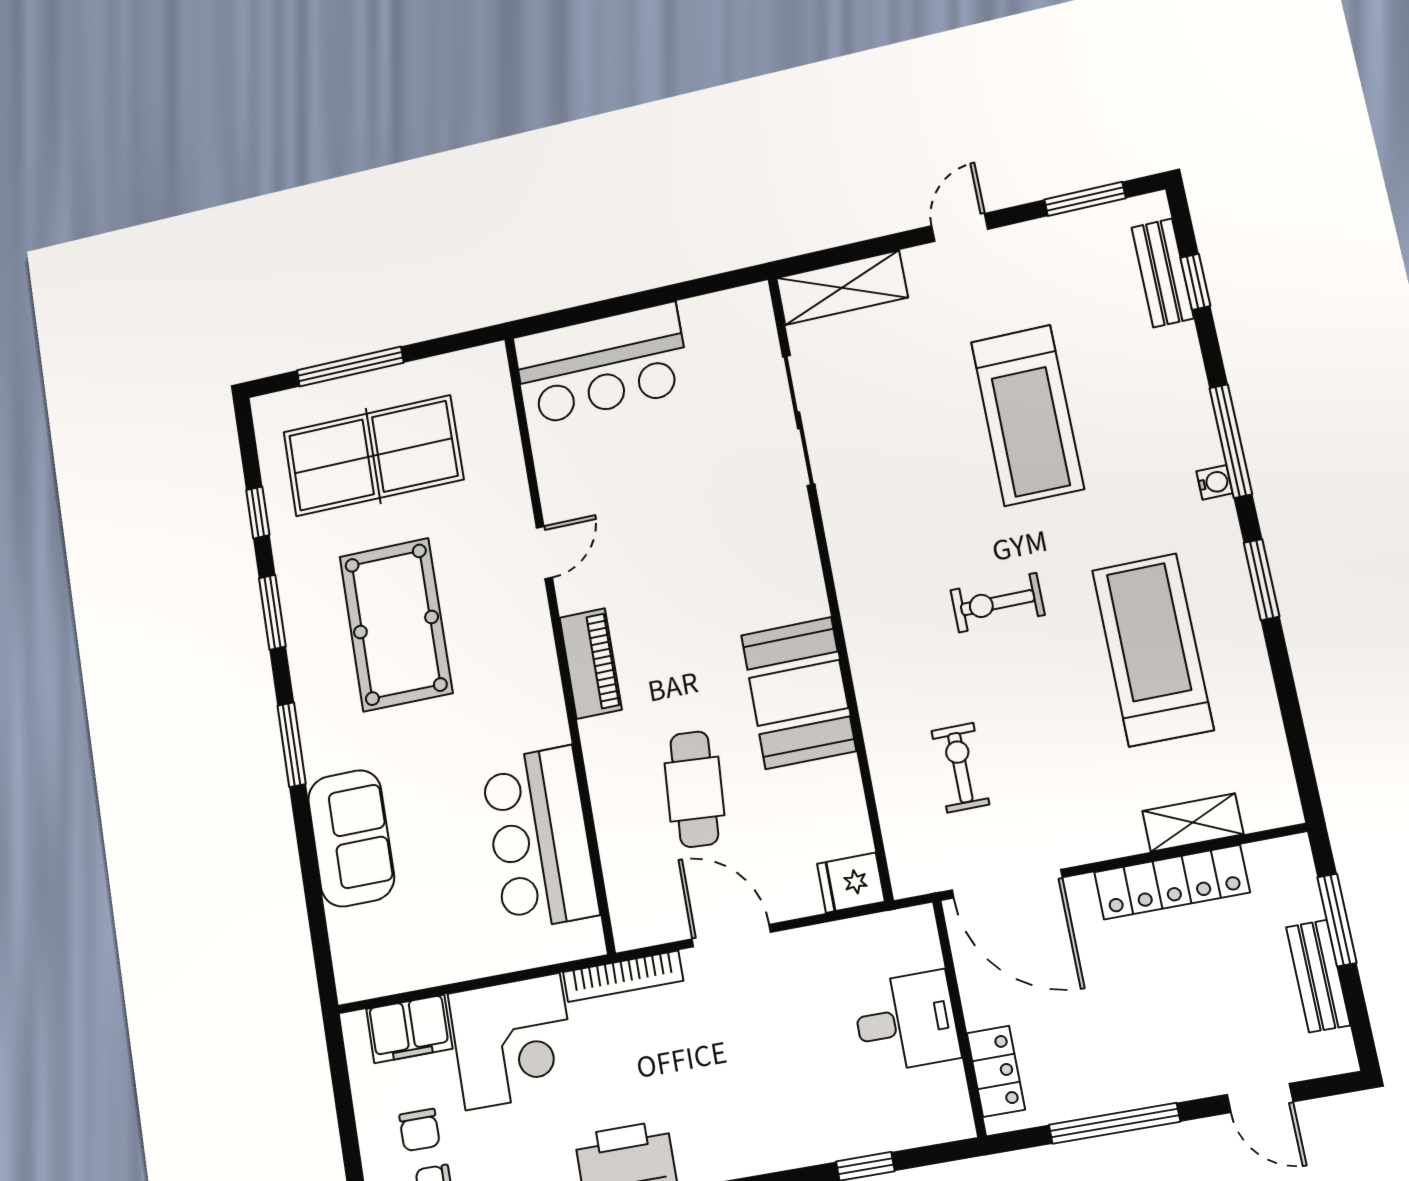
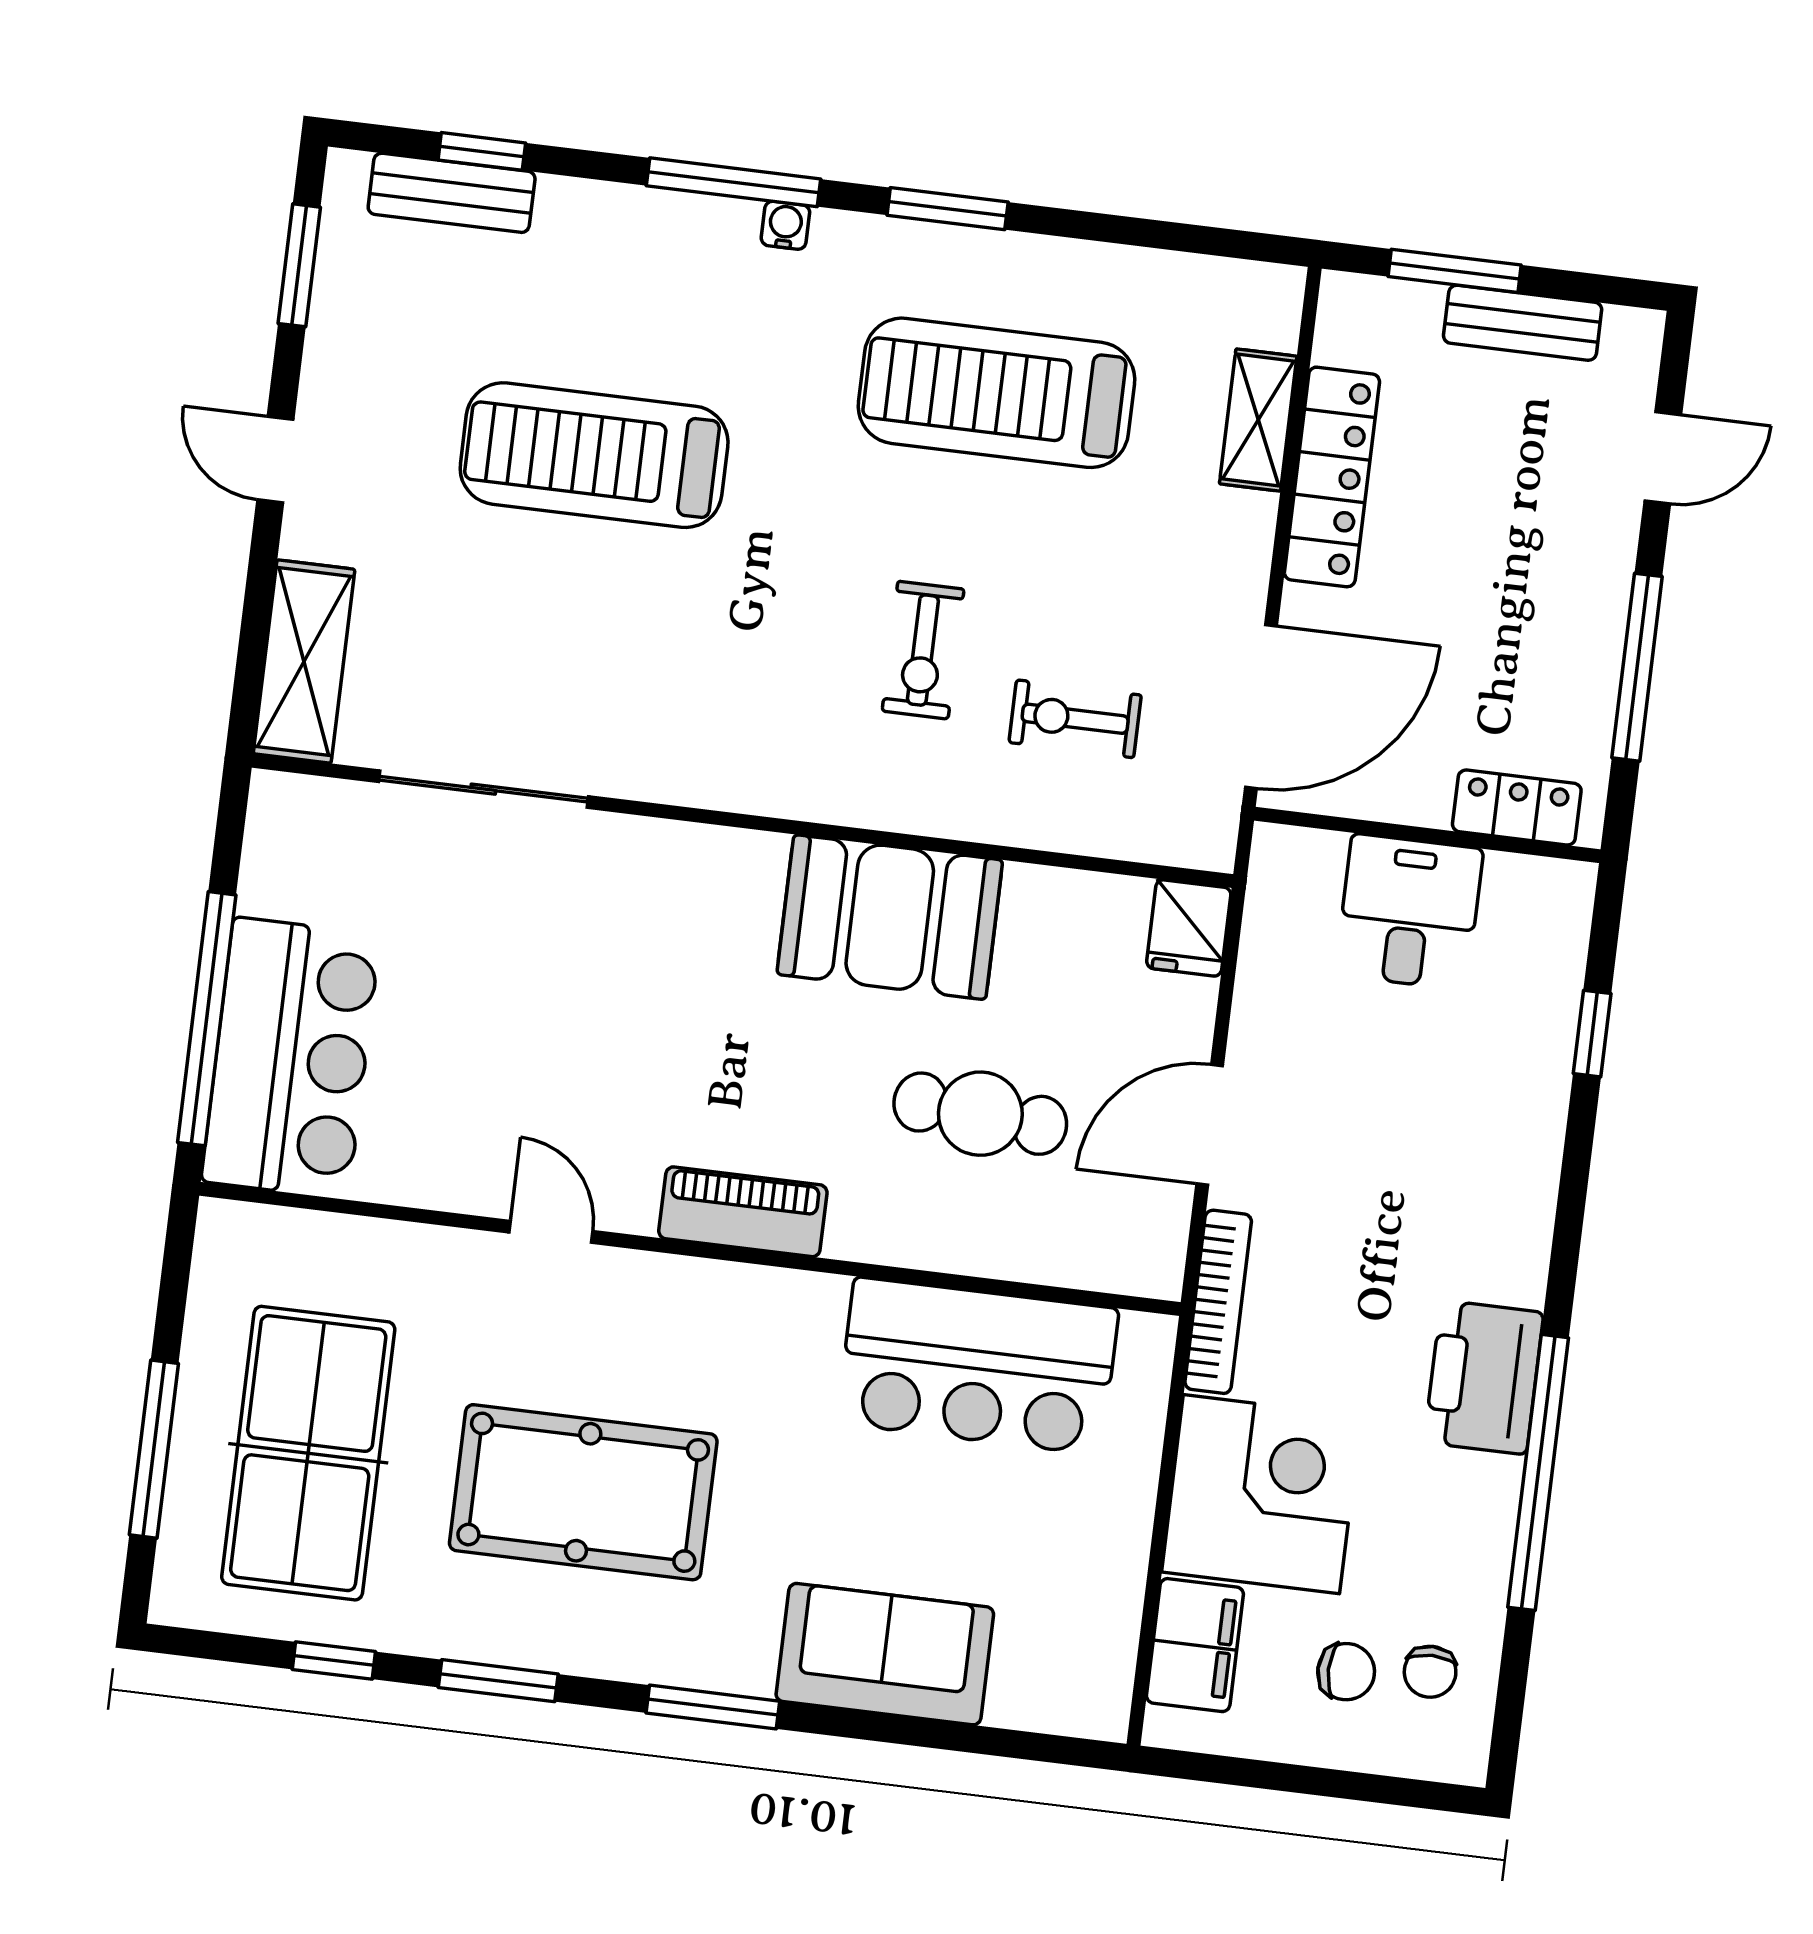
window: (610, 307) -> (207, 1019), added
treadmill: (1027, 415) -> (594, 455), turned 180
exercise bike: (998, 603) -> (923, 650), moved

